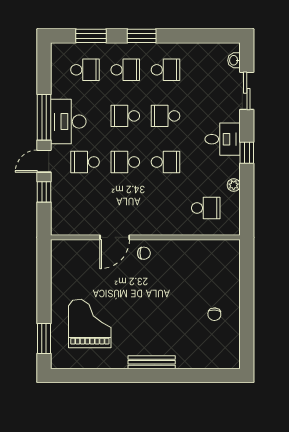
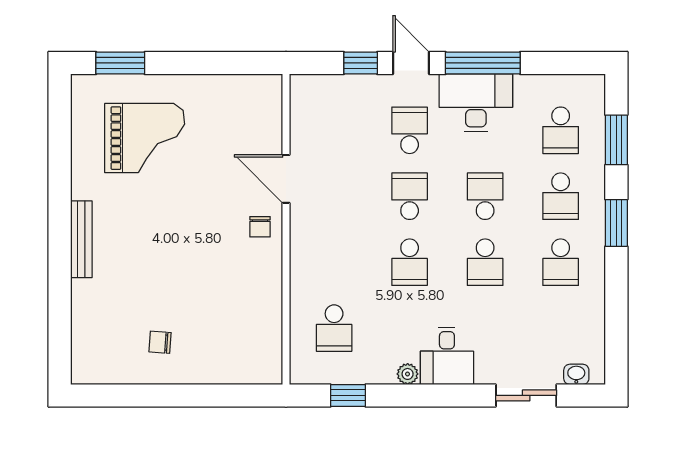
school desk: (166, 116) -> (485, 262), turned 180
window: (247, 153) -> (348, 395), moved
plant: (234, 185) -> (408, 374), moved

